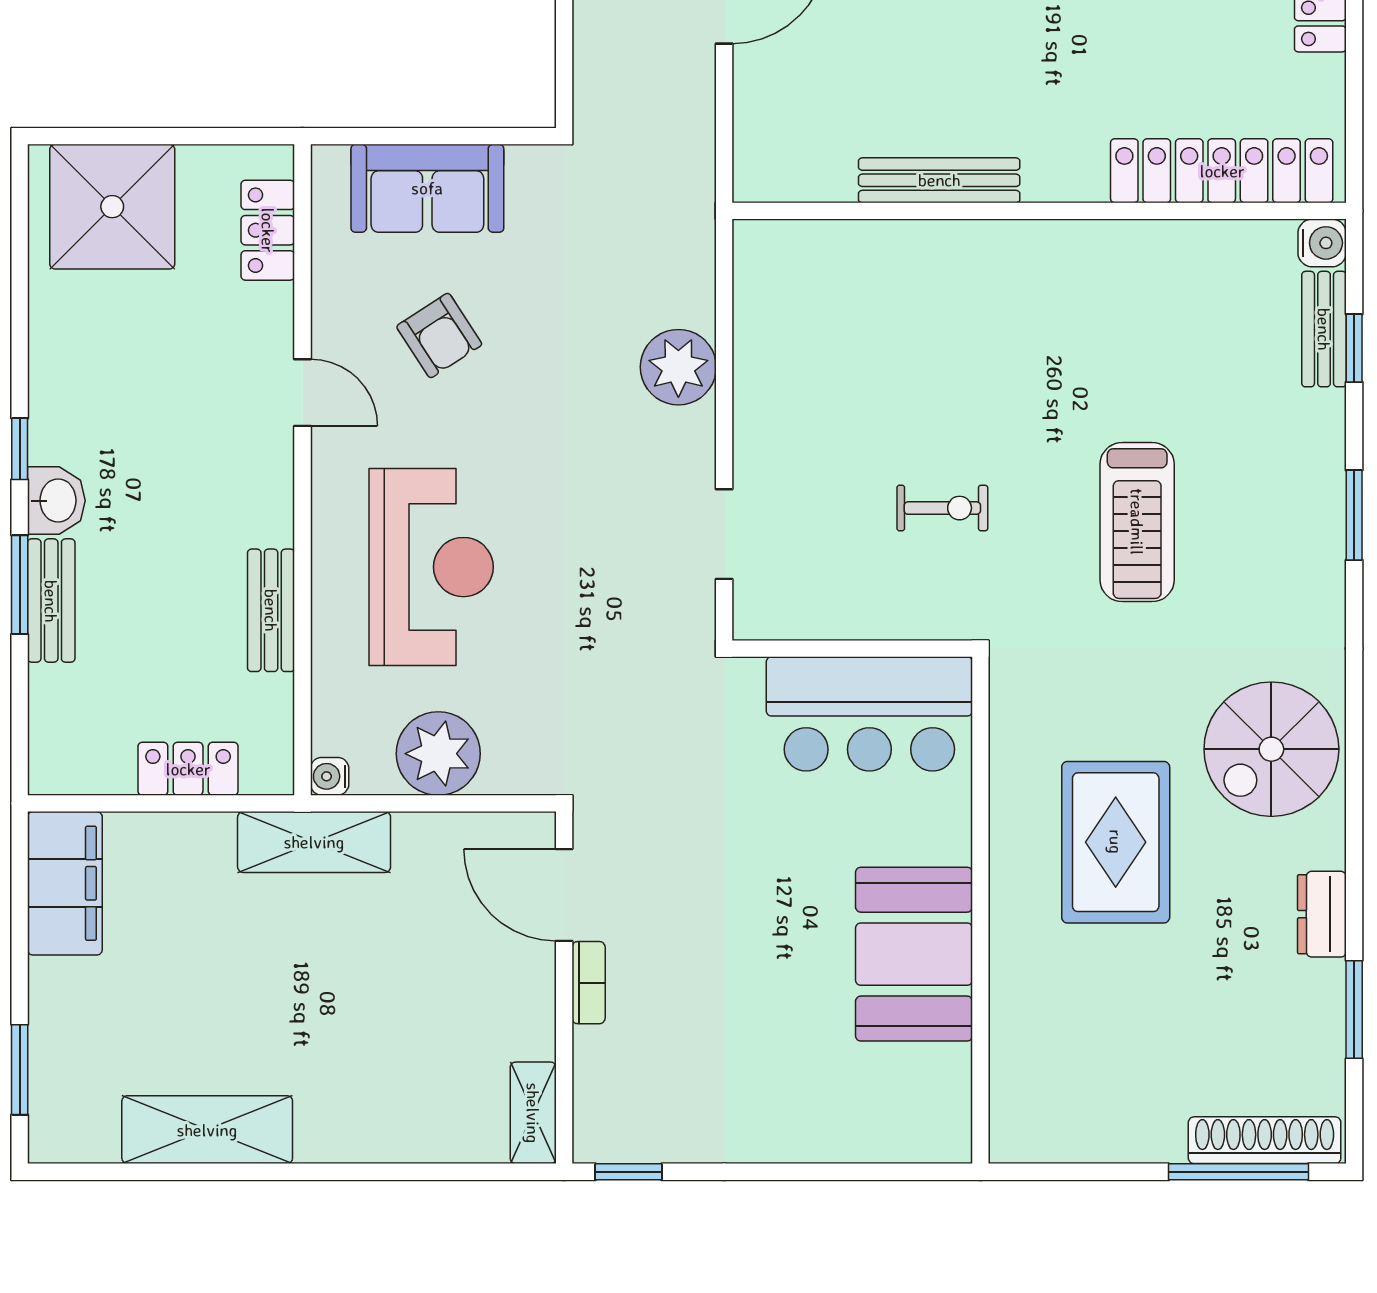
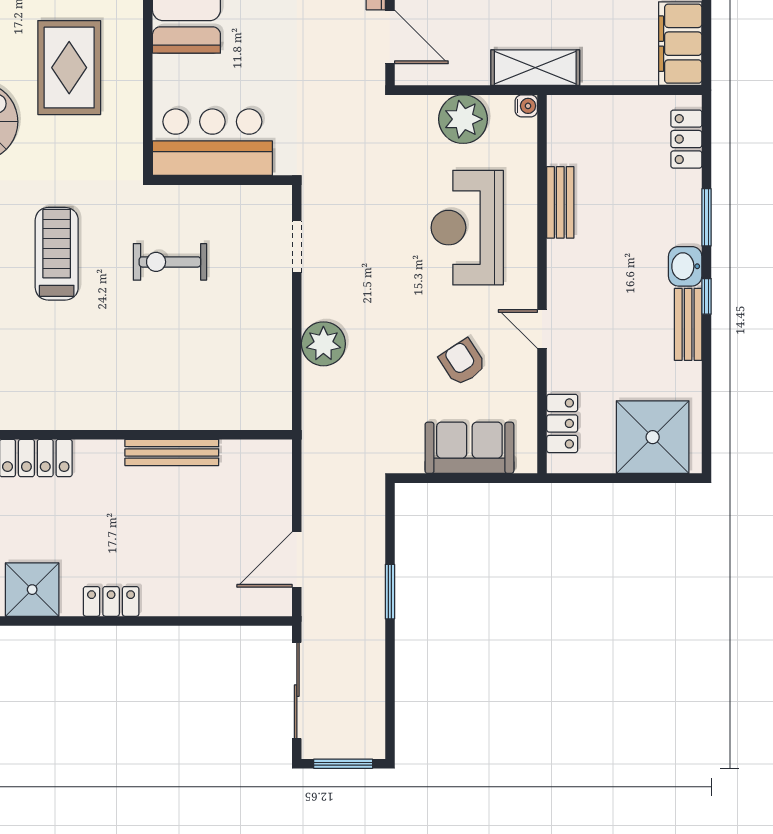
exercise bike: (942, 508) -> (170, 262), width x1.38, depth x1.39
bench: (51, 601) -> (688, 324), moved
locker: (188, 769) -> (686, 139), moved, turned 90

